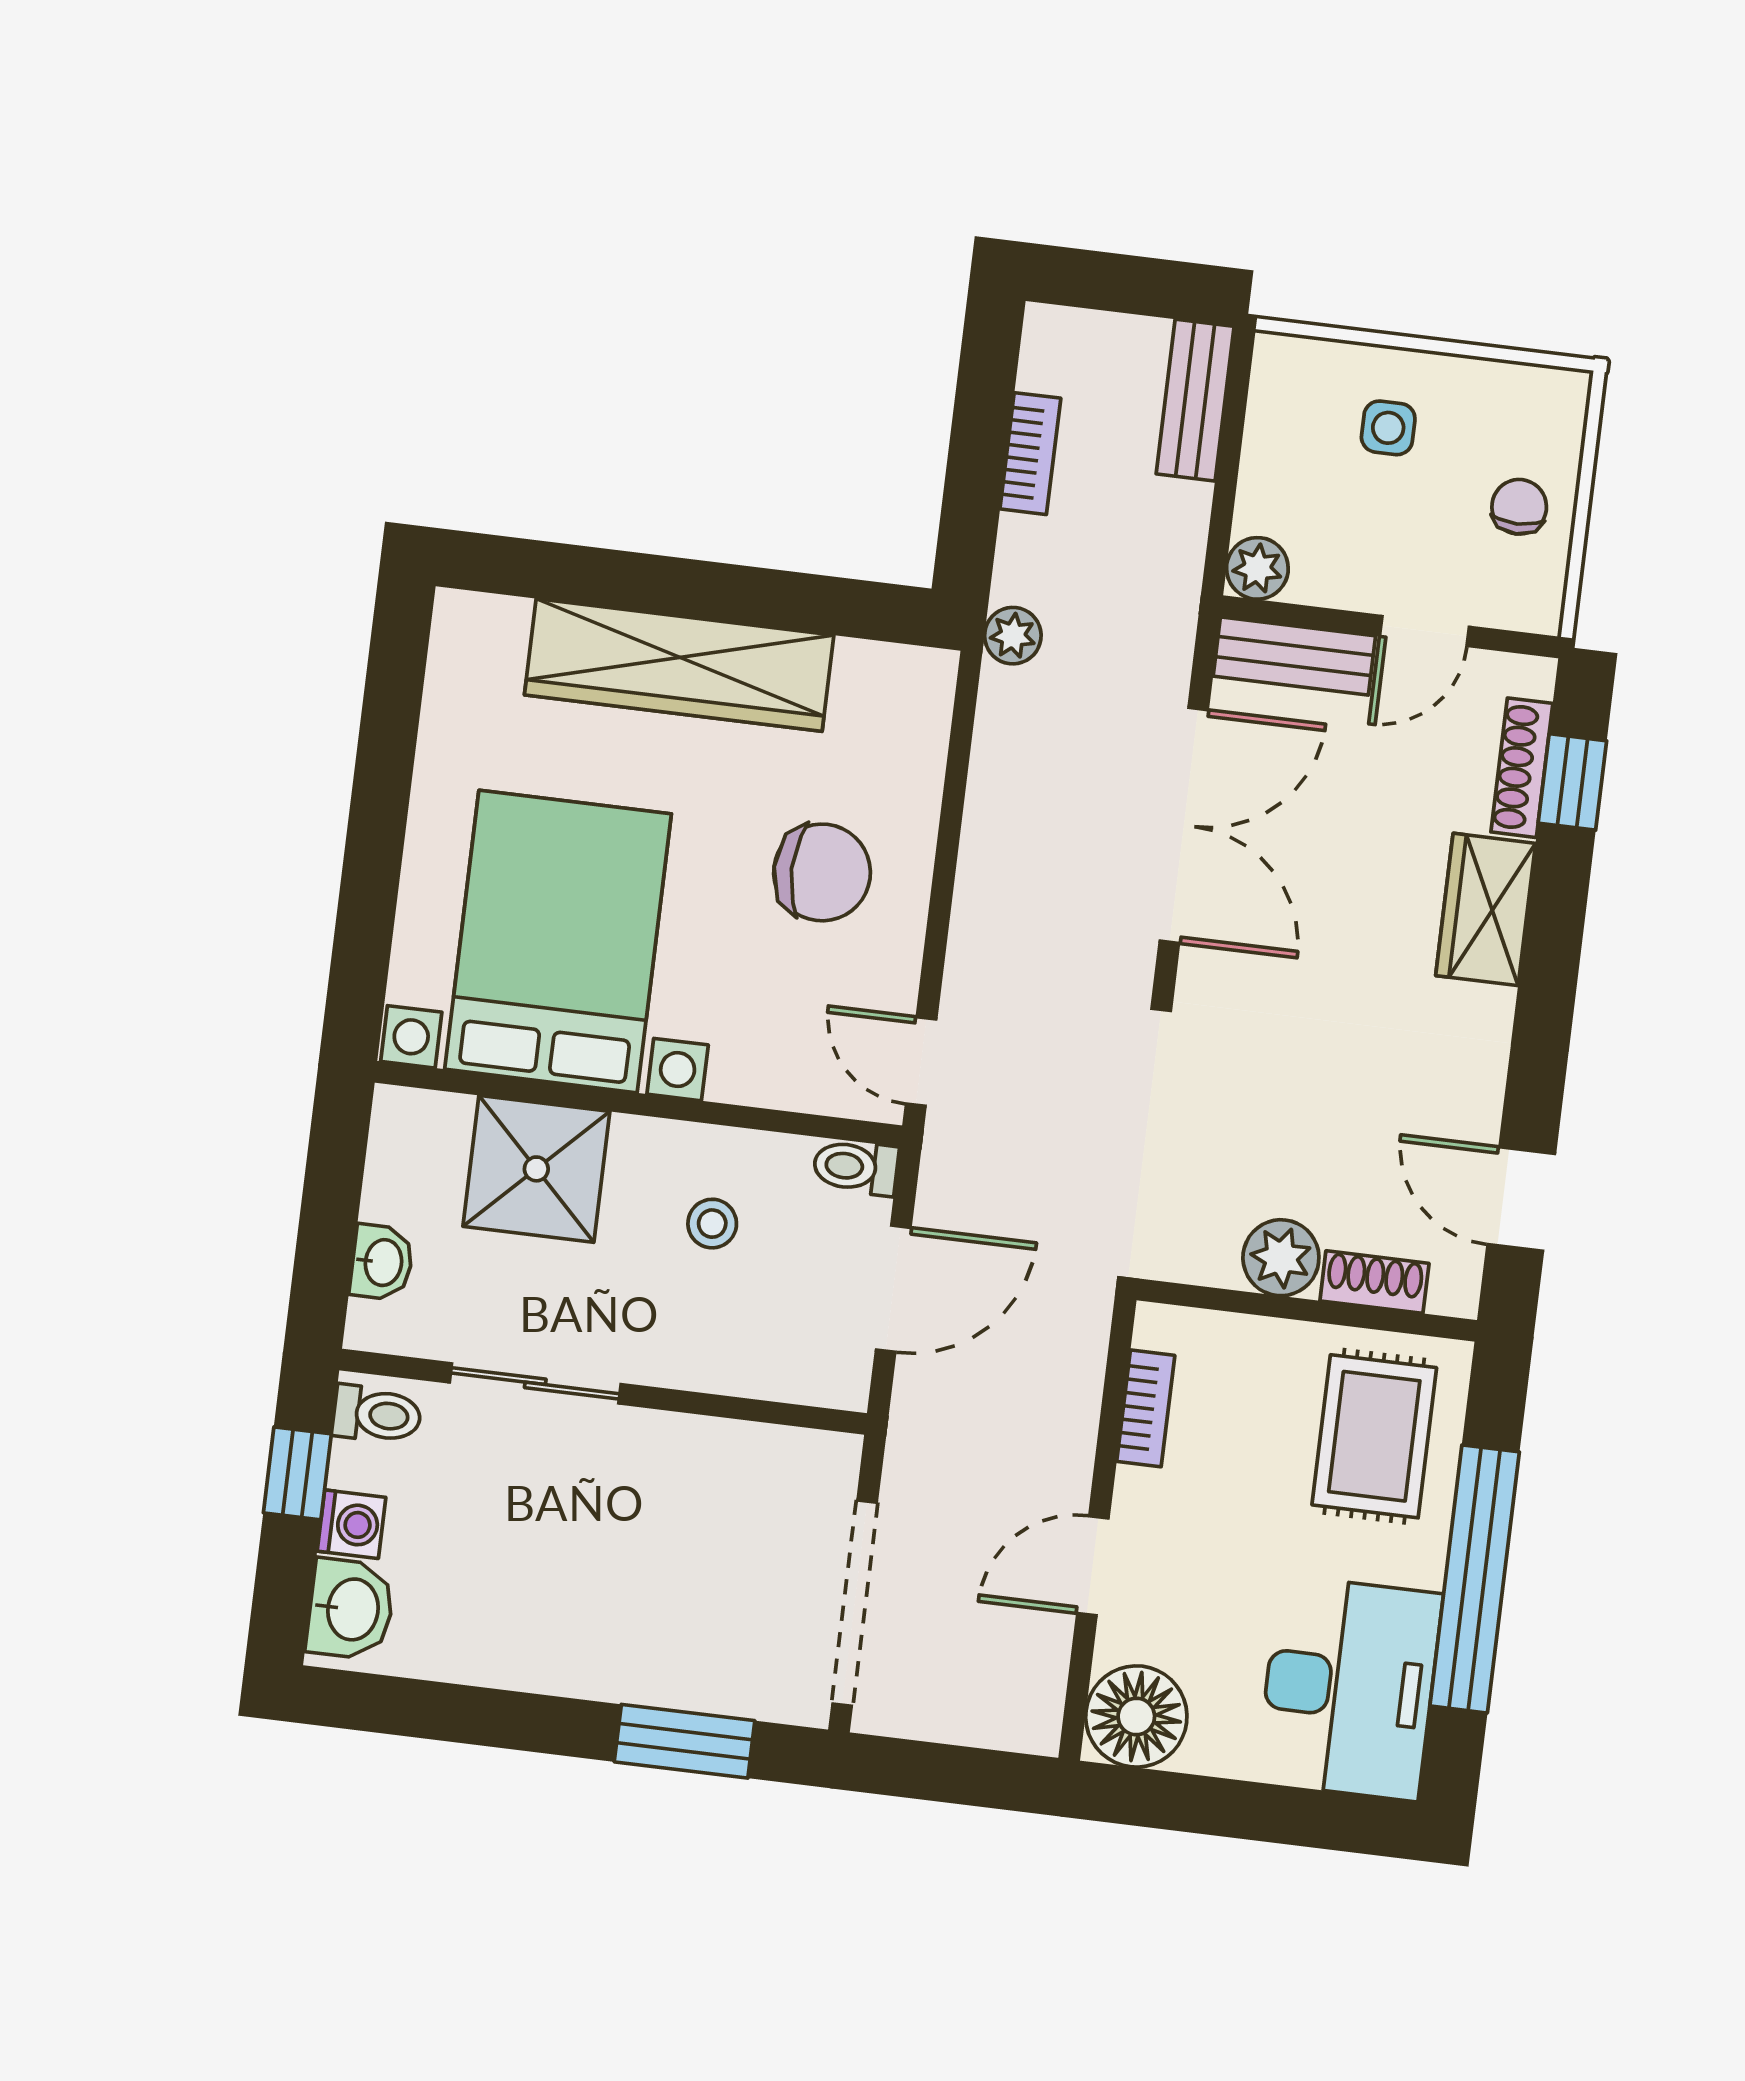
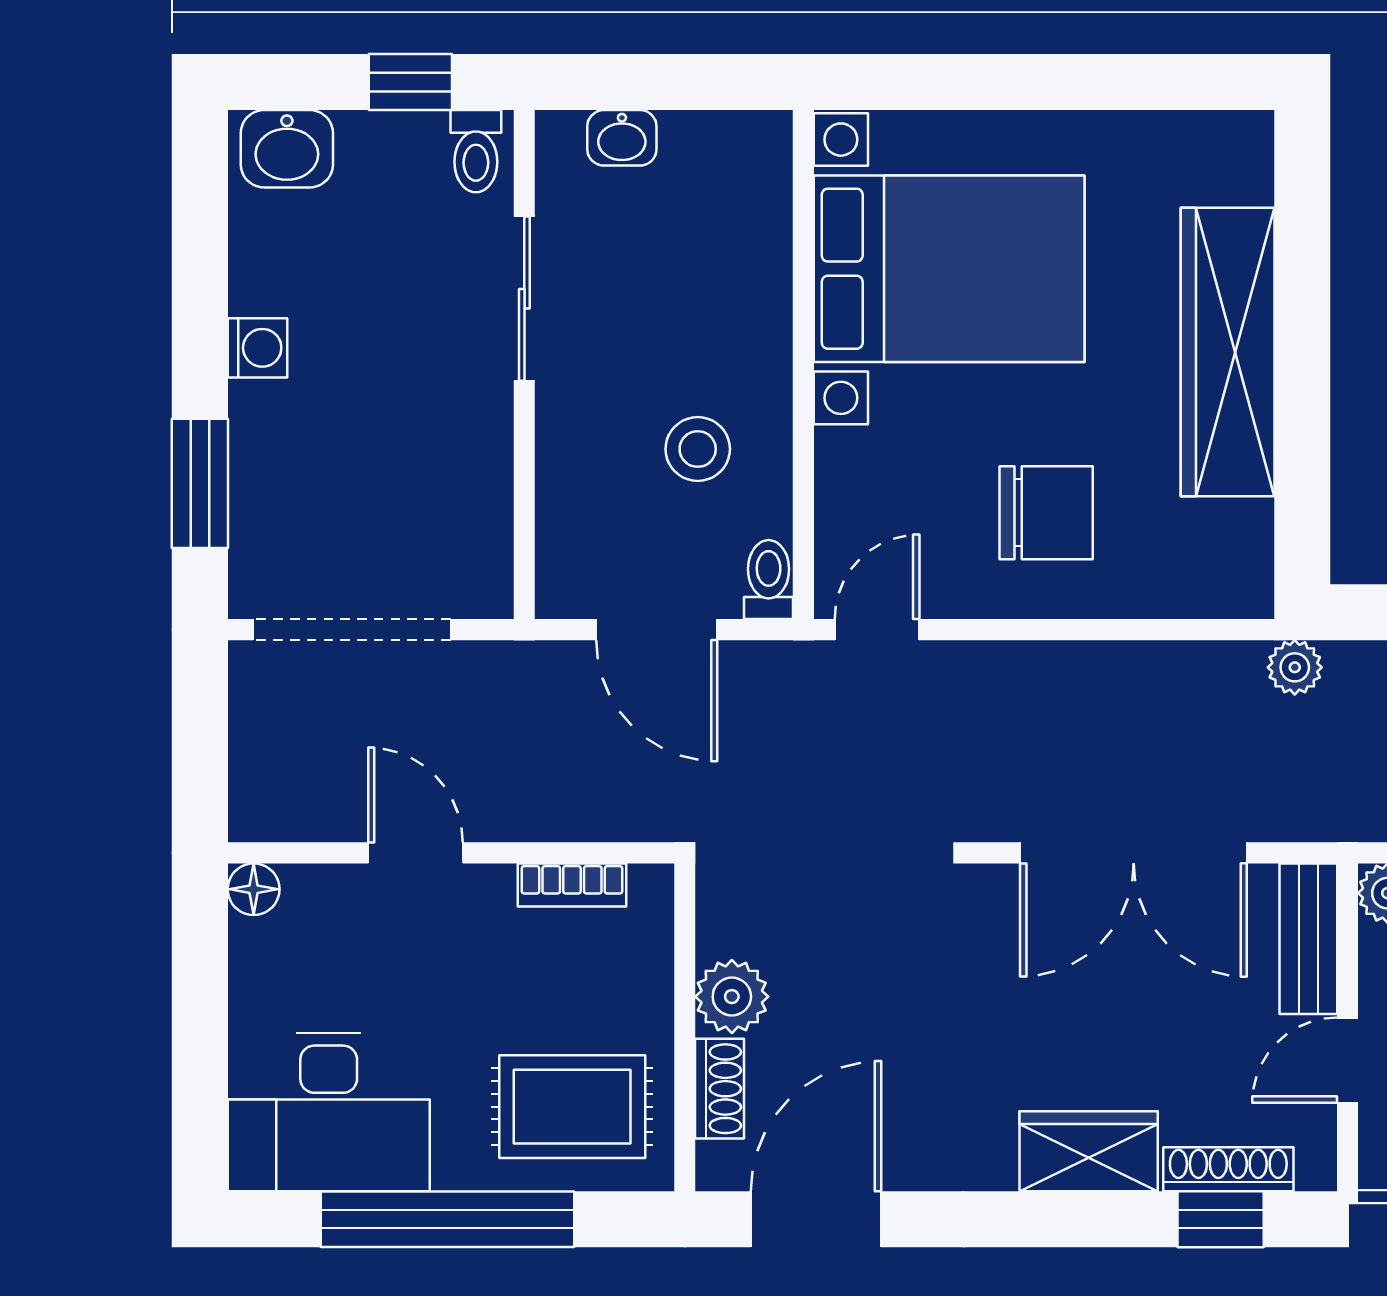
door: (1425, 631) -> (1348, 1060), hinge flipped
chair: (822, 872) -> (1046, 513), turned -90
shower: (536, 1169) -> (729, 275), removed
door: (1521, 1199) -> (816, 1219), width x1.38
stool: (712, 1224) -> (698, 449), width x1.37, depth x1.37
washing machine: (351, 1524) -> (257, 348), moved, turned -90
floor lamp: (1136, 1716) -> (254, 889), width x0.53, depth x0.53

